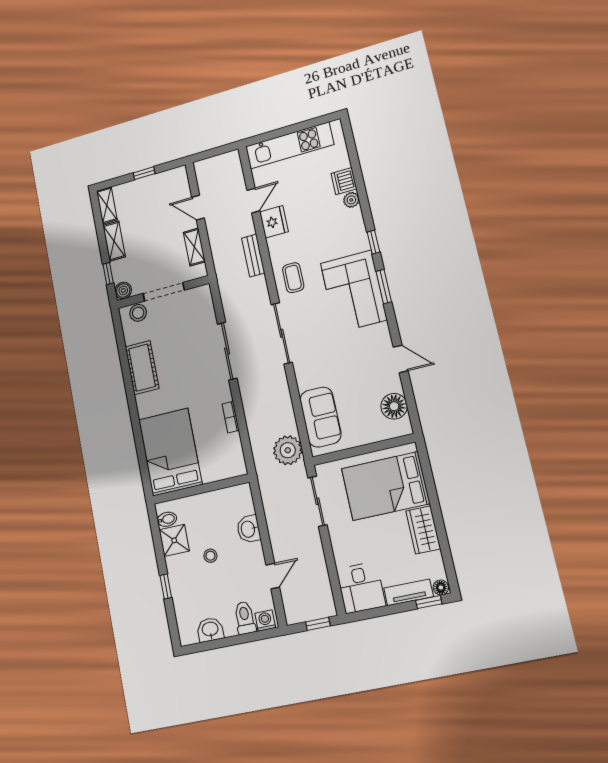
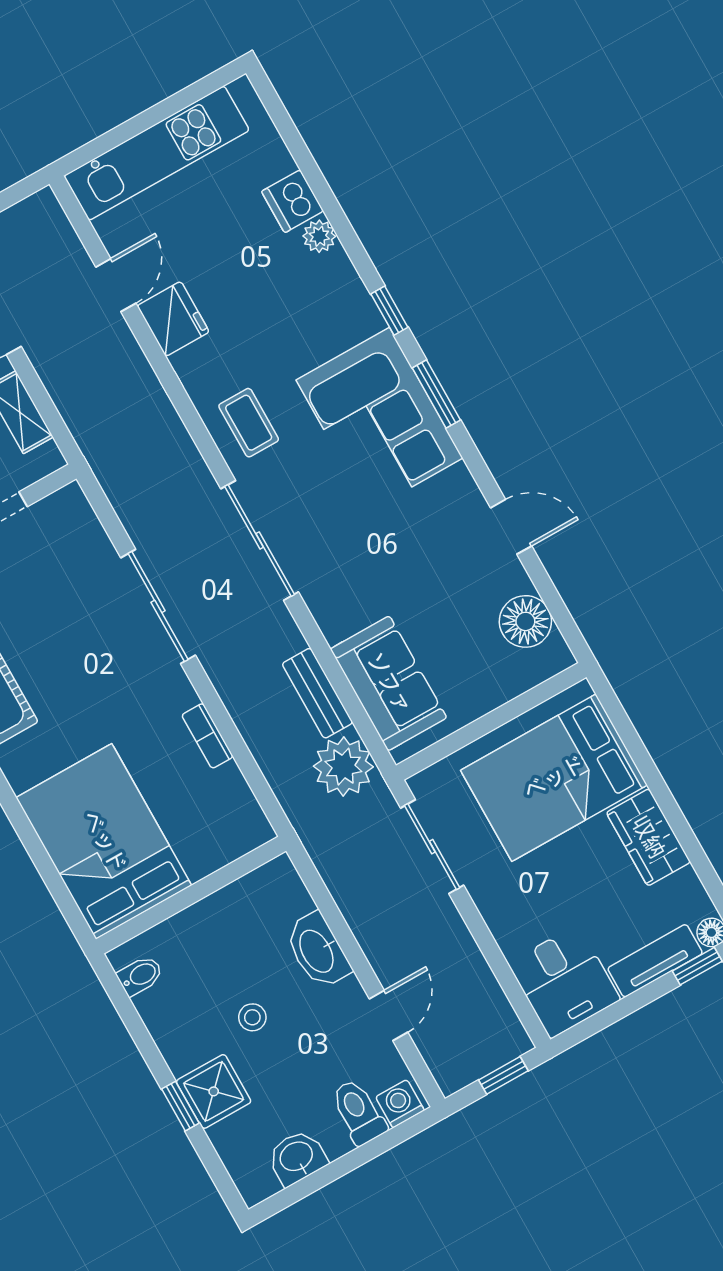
bench: (253, 255) -> (317, 693), moved
washbasin: (248, 529) -> (318, 951), width x1.38
shower: (174, 540) -> (214, 1091), moved

